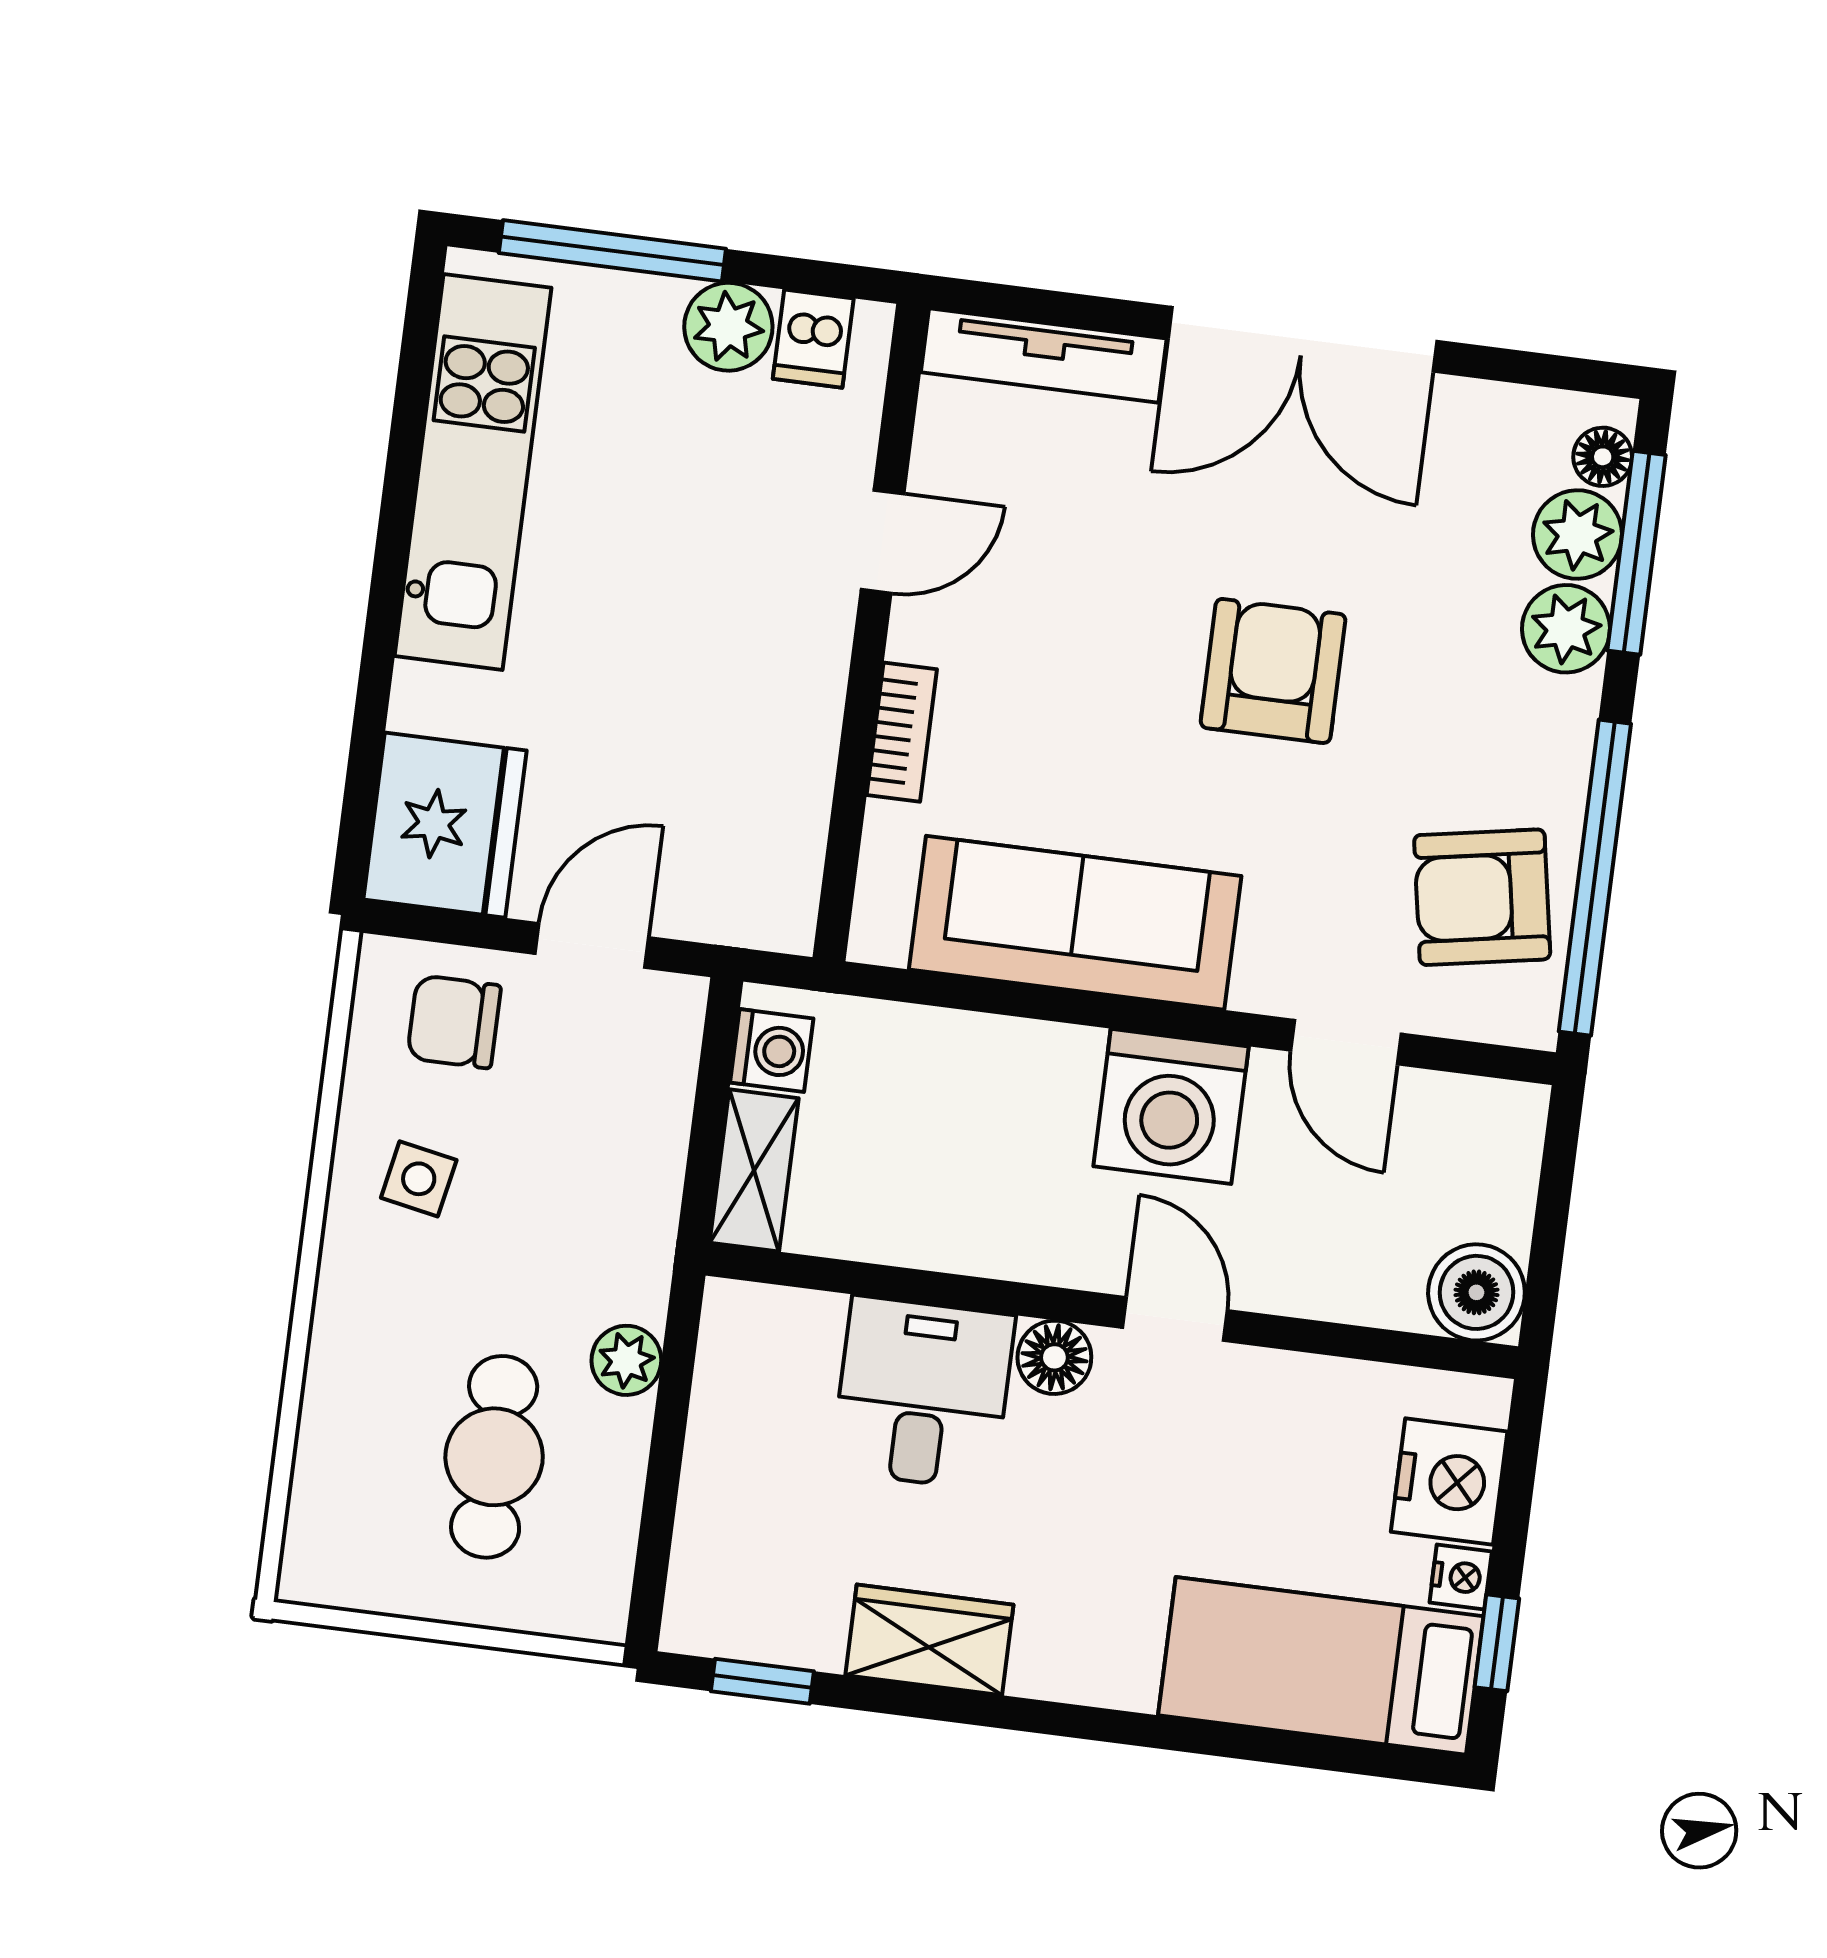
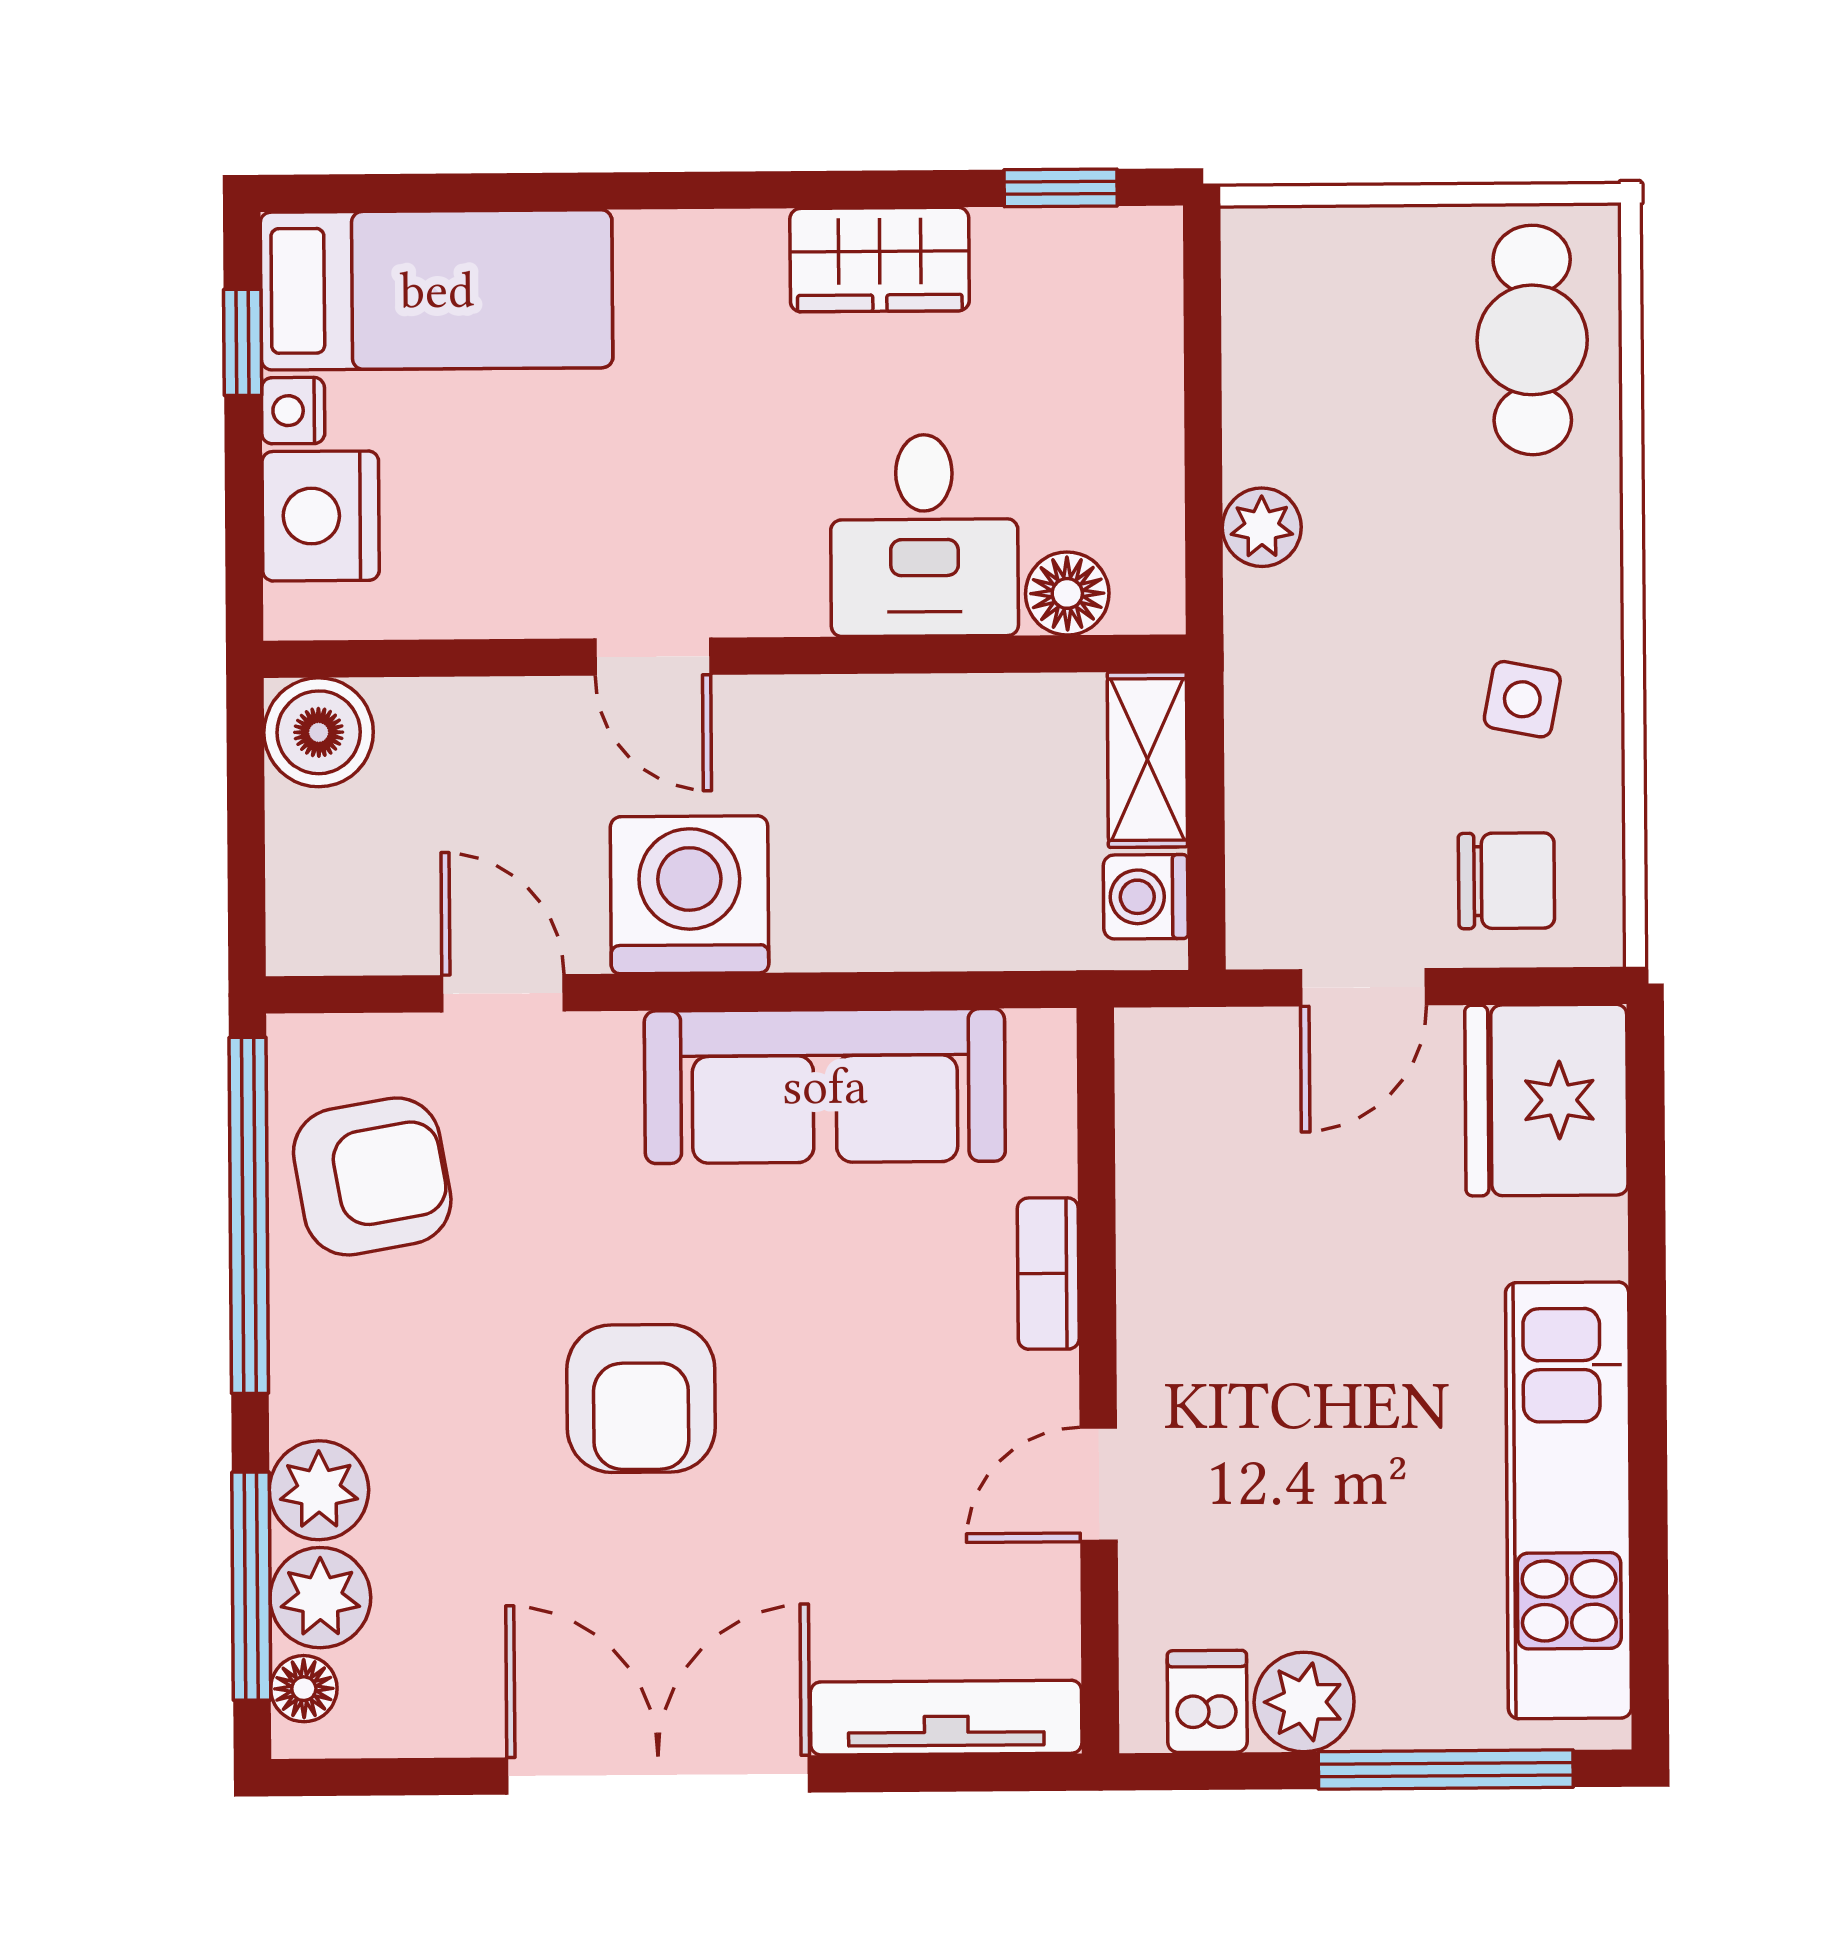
floor lamp: (1054, 1357) -> (1067, 593), moved
cafe table: (494, 1457) -> (1532, 340), moved

